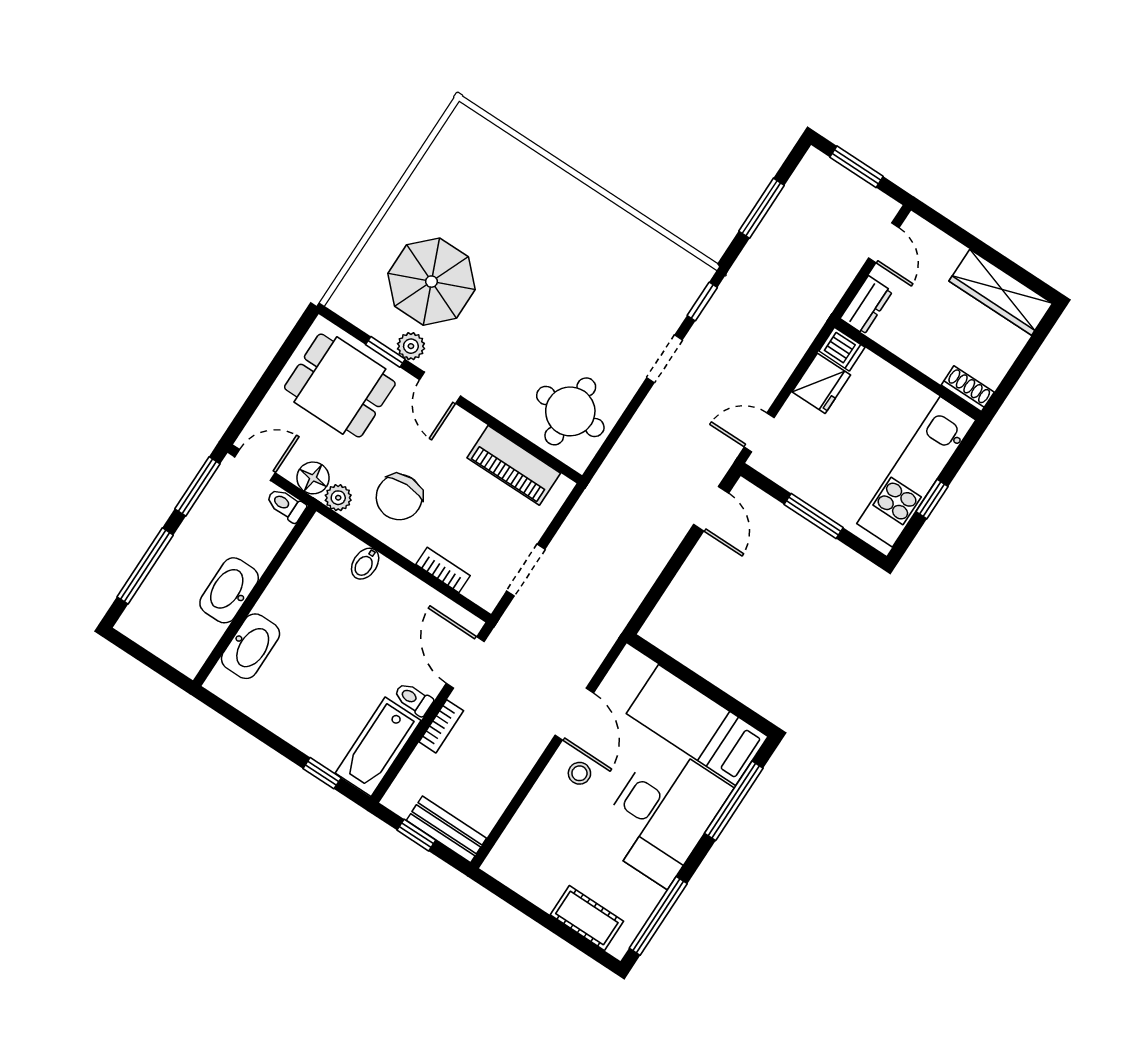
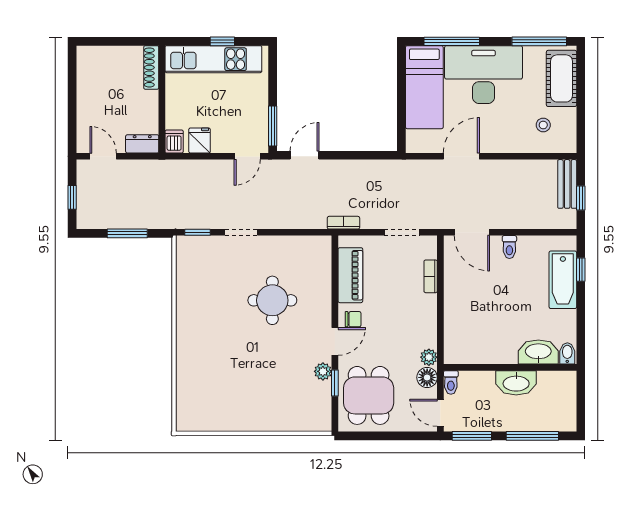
window: (857, 167) -> (72, 197), width x0.67
door: (884, 243) -> (103, 156), hinge flipped
parasol: (432, 282) -> (281, 383), removed
wardrobe: (1001, 292) -> (89, 77), removed
fridge: (821, 383) -> (200, 141), width x0.72
shoe rack: (968, 389) -> (151, 67), width x1.43
round table: (570, 411) -> (272, 300), moved
door: (759, 432) -> (247, 156), hinge flipped
chair: (399, 497) -> (353, 319), moved, width x0.54, depth x0.54
window: (814, 516) -> (273, 126), moved
bidet: (365, 564) -> (567, 353), moved, turned -90
door: (465, 662) -> (472, 232), hinge flipped
bookcase: (441, 726) -> (343, 223), moved
bathtub: (378, 747) -> (563, 280), moved, turned 90
stool: (579, 773) -> (543, 125), moved
cot: (587, 918) -> (561, 78), width x1.37, depth x1.34

